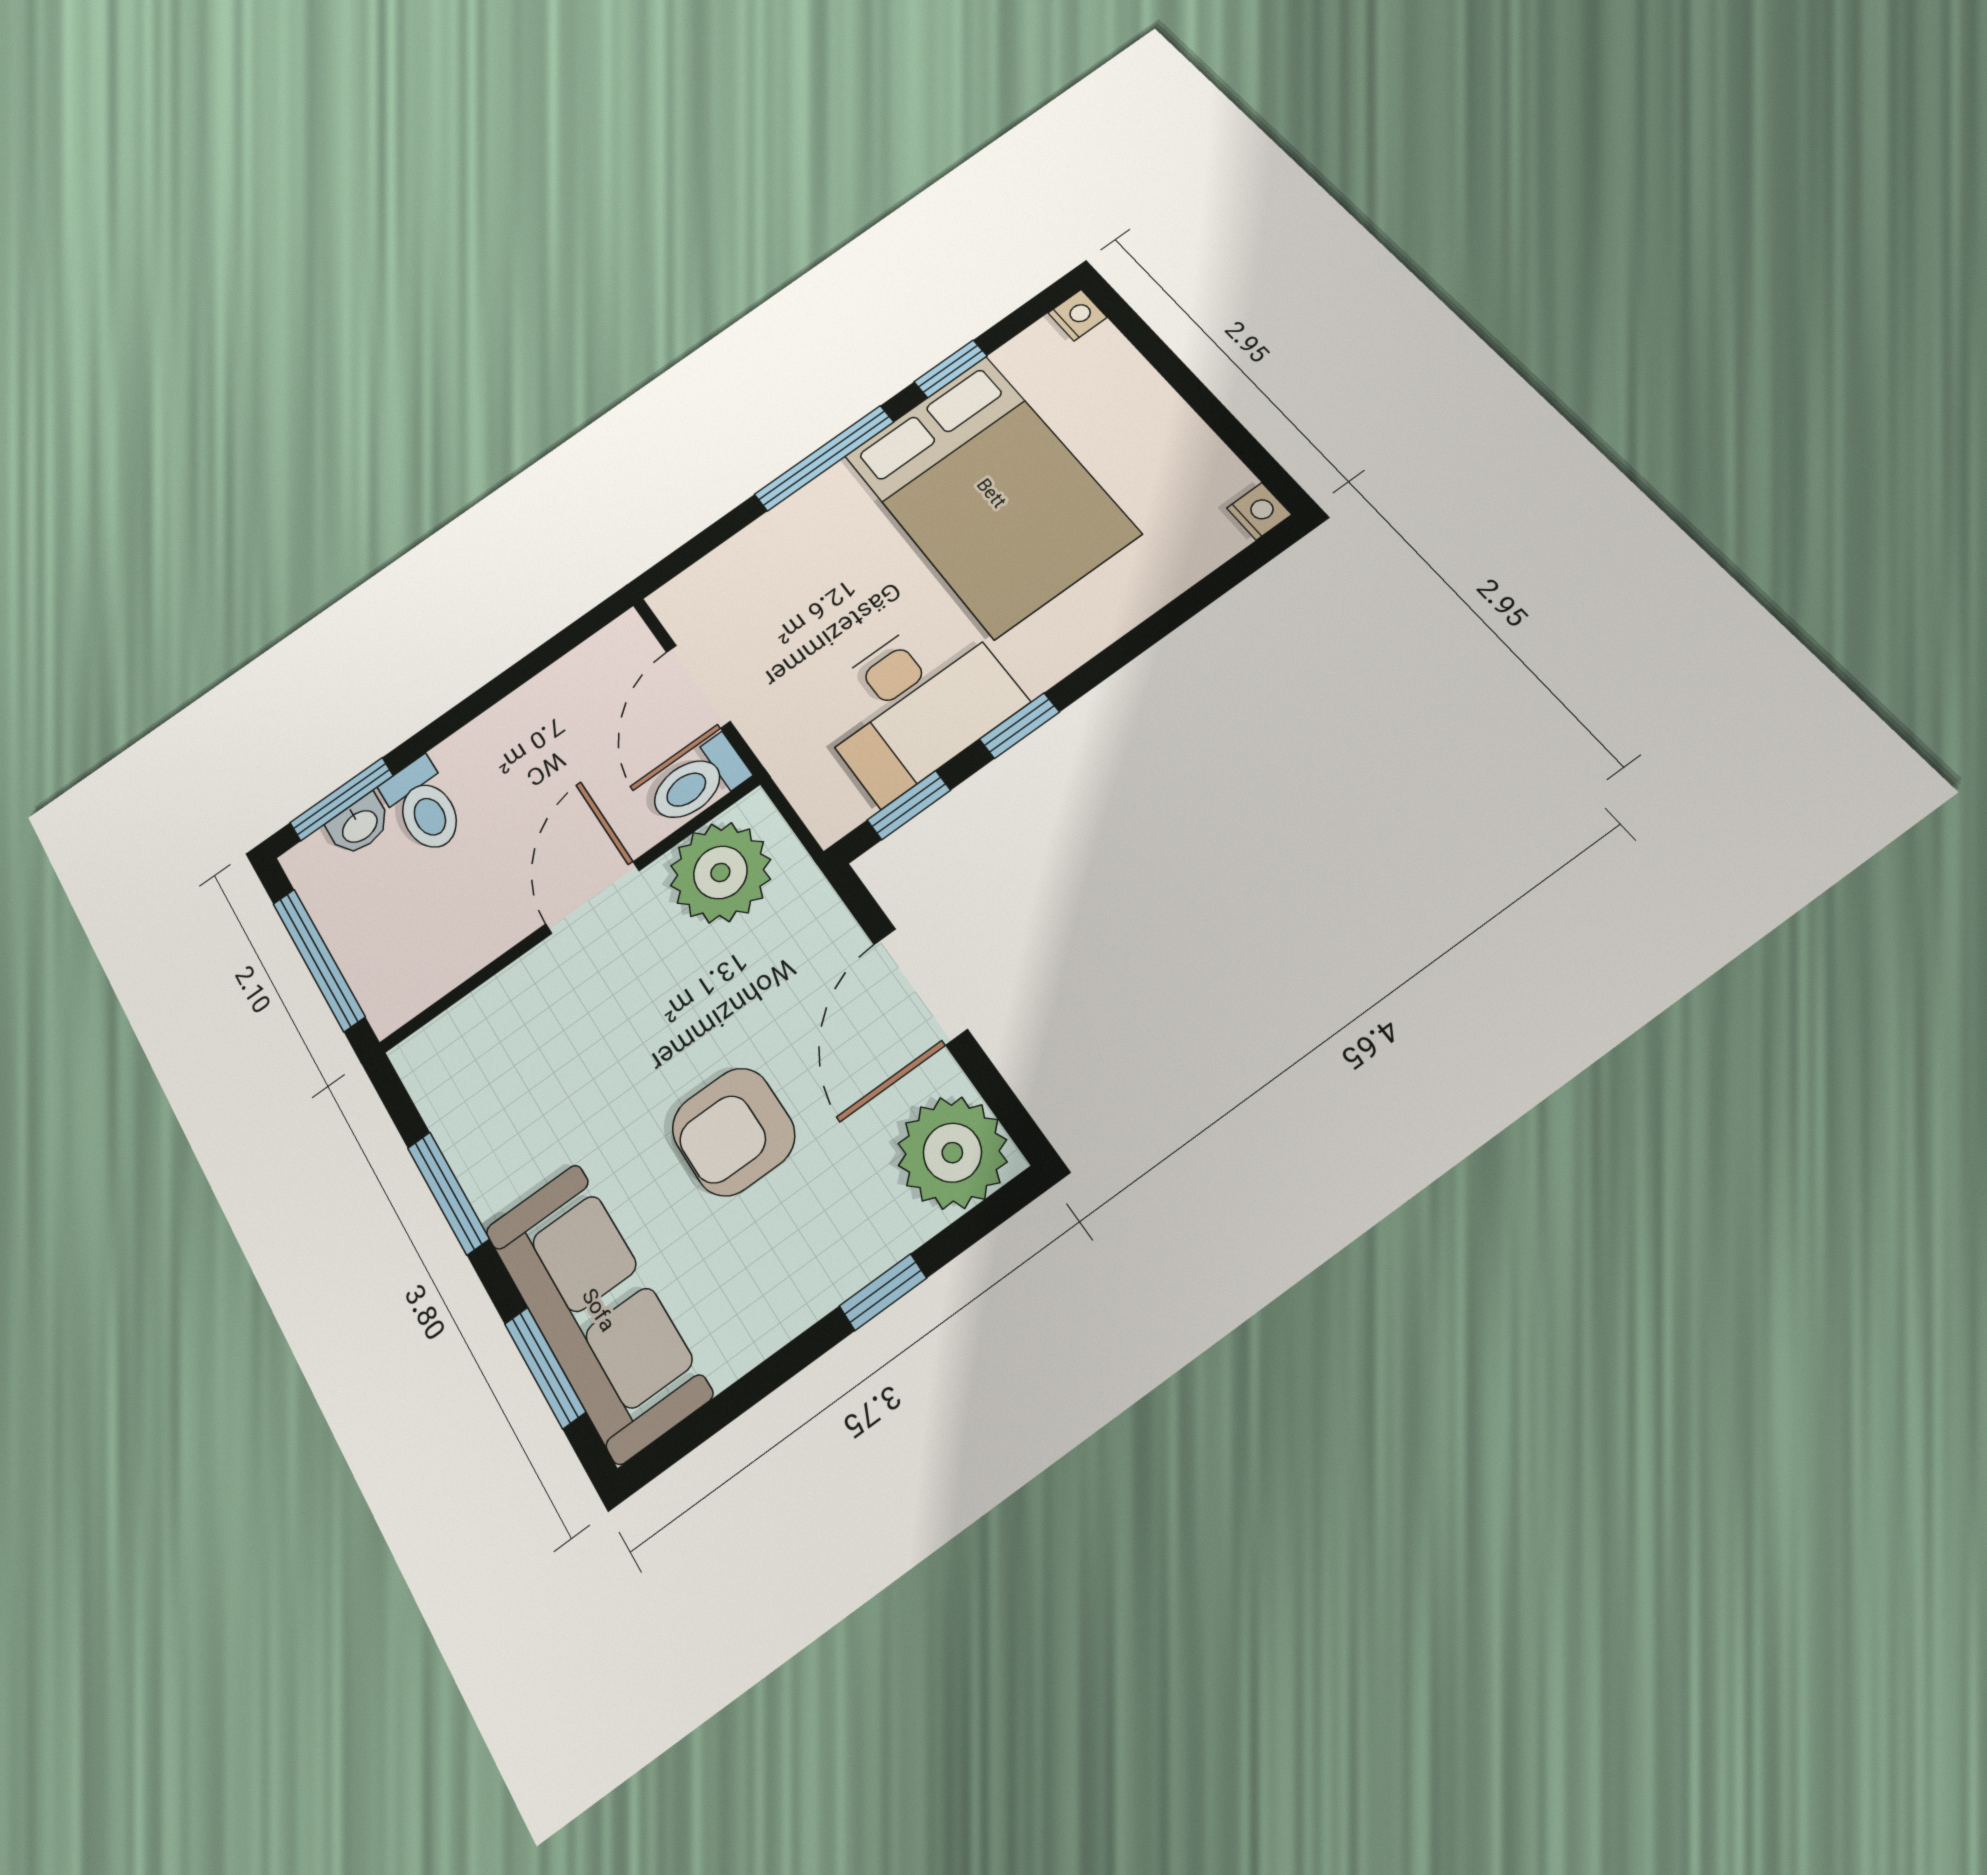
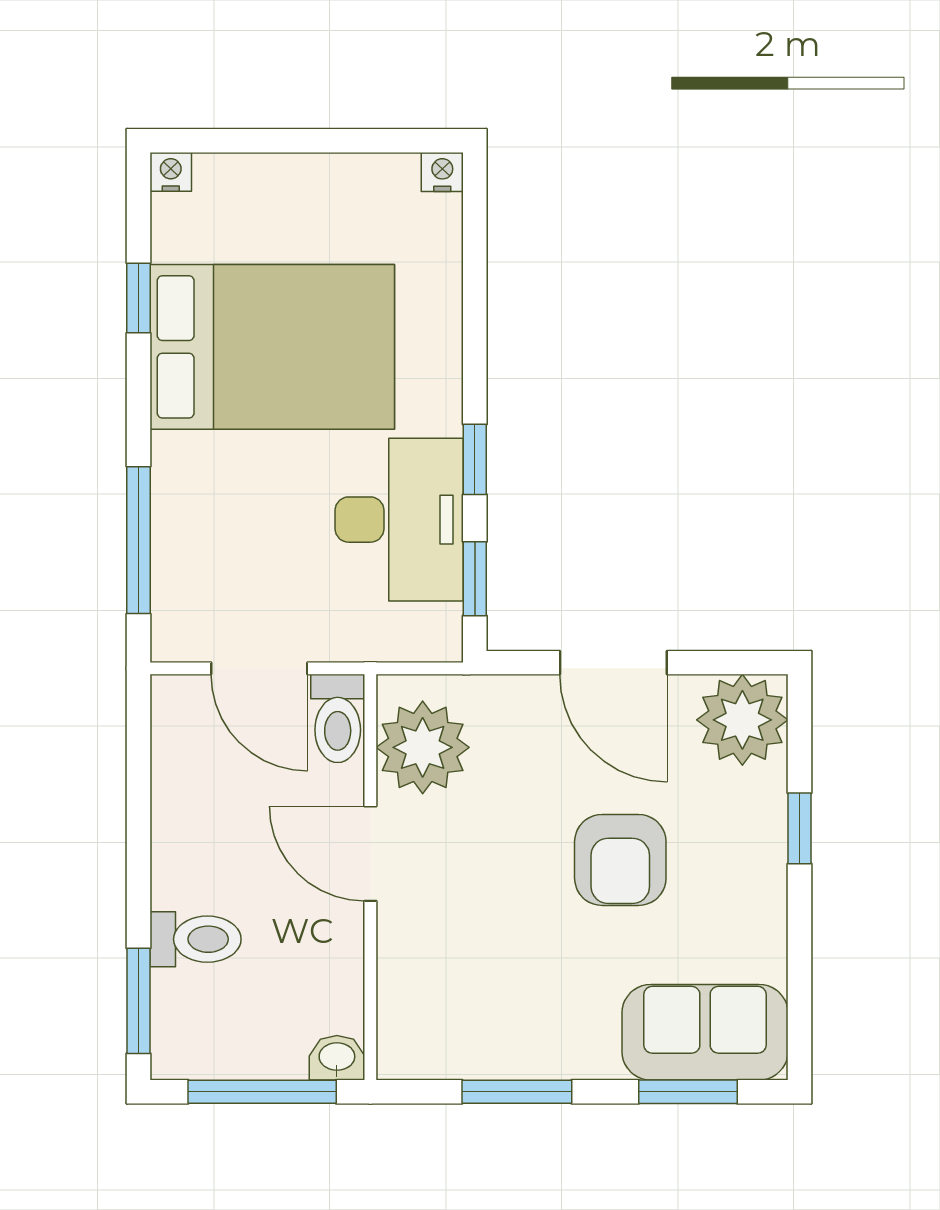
window: (824, 458) -> (138, 540), moved
washbasin: (359, 825) -> (337, 1058), moved, turned -90
sofa: (597, 1311) -> (705, 1032), width x0.73

